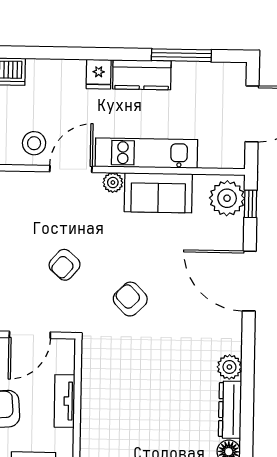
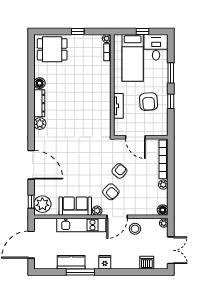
window: (181, 55) -> (80, 272), moved
kitchen counter: (142, 75) -> (71, 262), moved
armchair: (130, 299) -> (111, 192), moved
door: (30, 335) -> (135, 137), swing flipped

